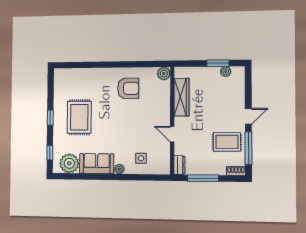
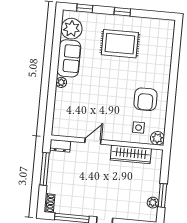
rug: (227, 142) -> (80, 197), removed
side table: (141, 158) -> (139, 128), moved

